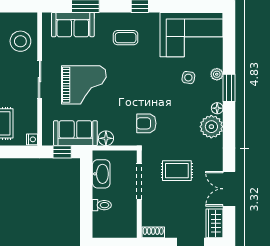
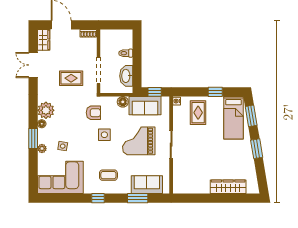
stool: (20, 41) -> (185, 173), removed
side table: (131, 93) -> (104, 135), added
double door: (229, 189) -> (33, 65), swing flipped

